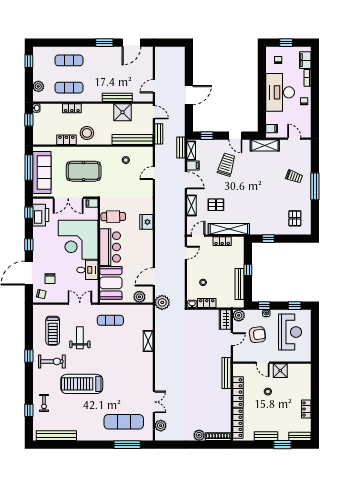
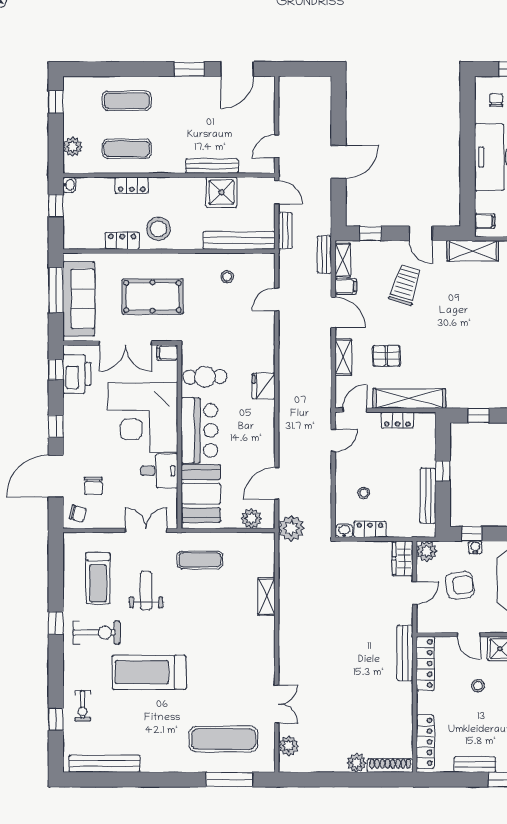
locker: (238, 392) -> (425, 663), moved

